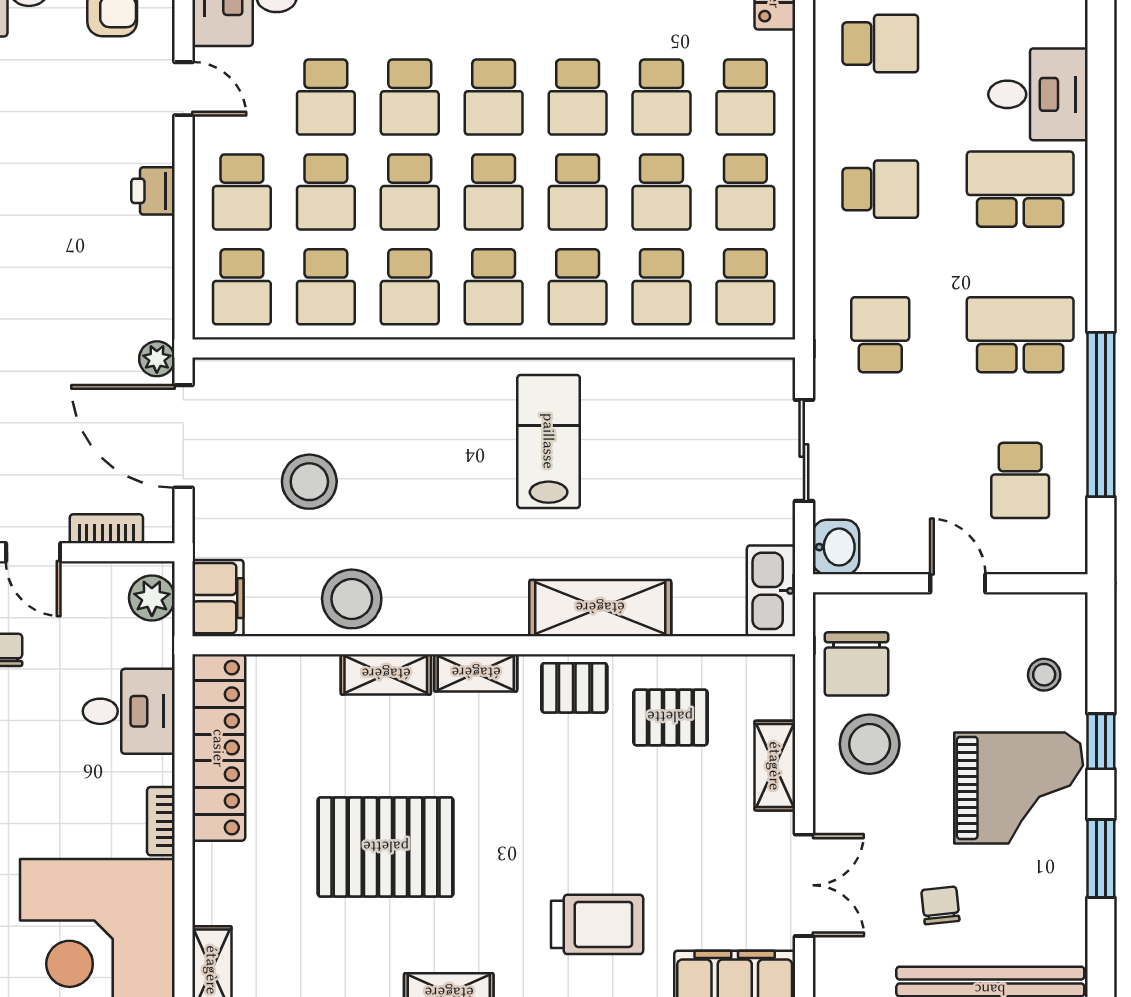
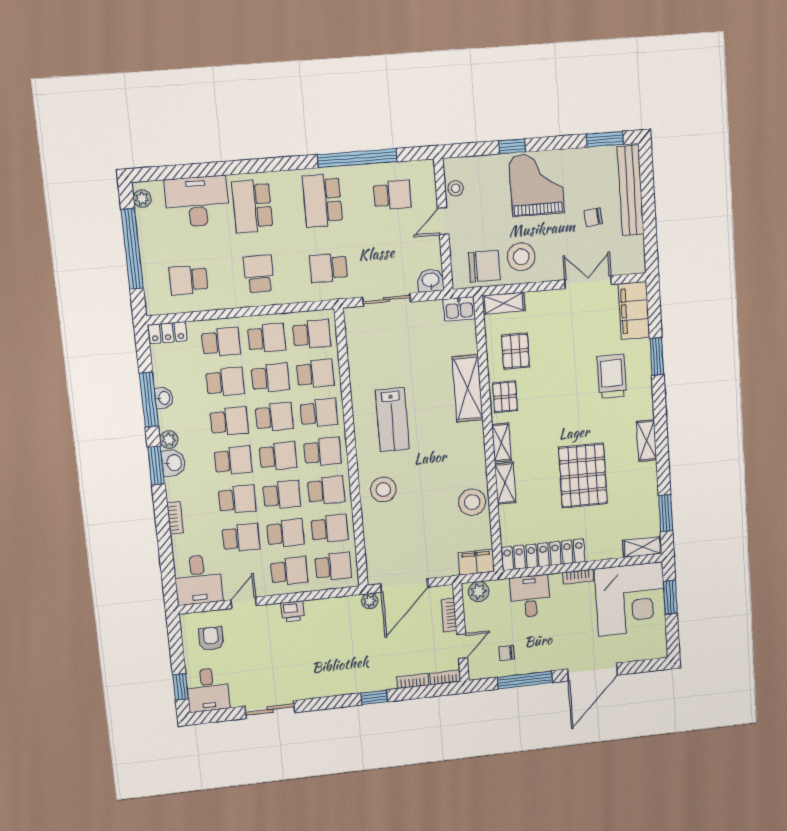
school desk: (880, 44) -> (188, 280), turned -90
desk: (1038, 94) -> (197, 202), width x1.37
lab bench: (549, 441) -> (392, 419), turned -90
stool: (309, 482) -> (383, 489), moved
kitchen sink: (771, 591) -> (459, 309), width x0.73
stool: (1044, 675) -> (456, 188), moved
shelving: (775, 766) -> (504, 303), moved
window: (1101, 858) -> (605, 139), moved

